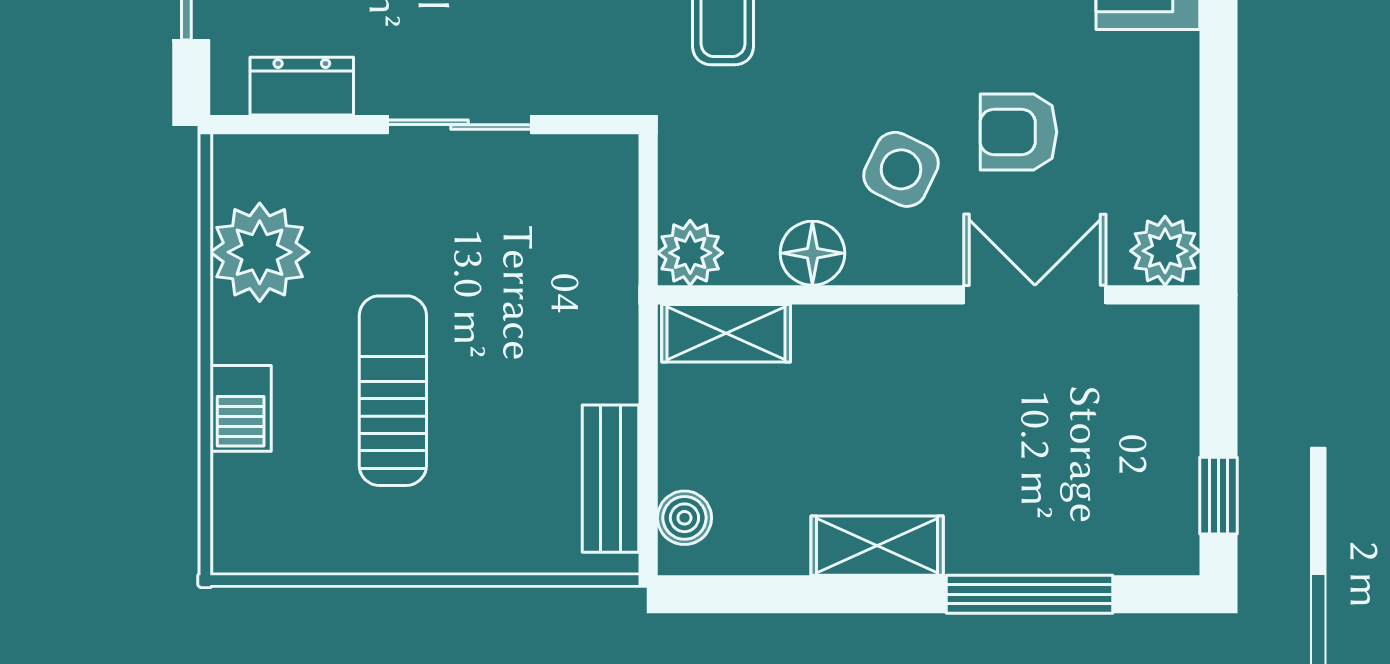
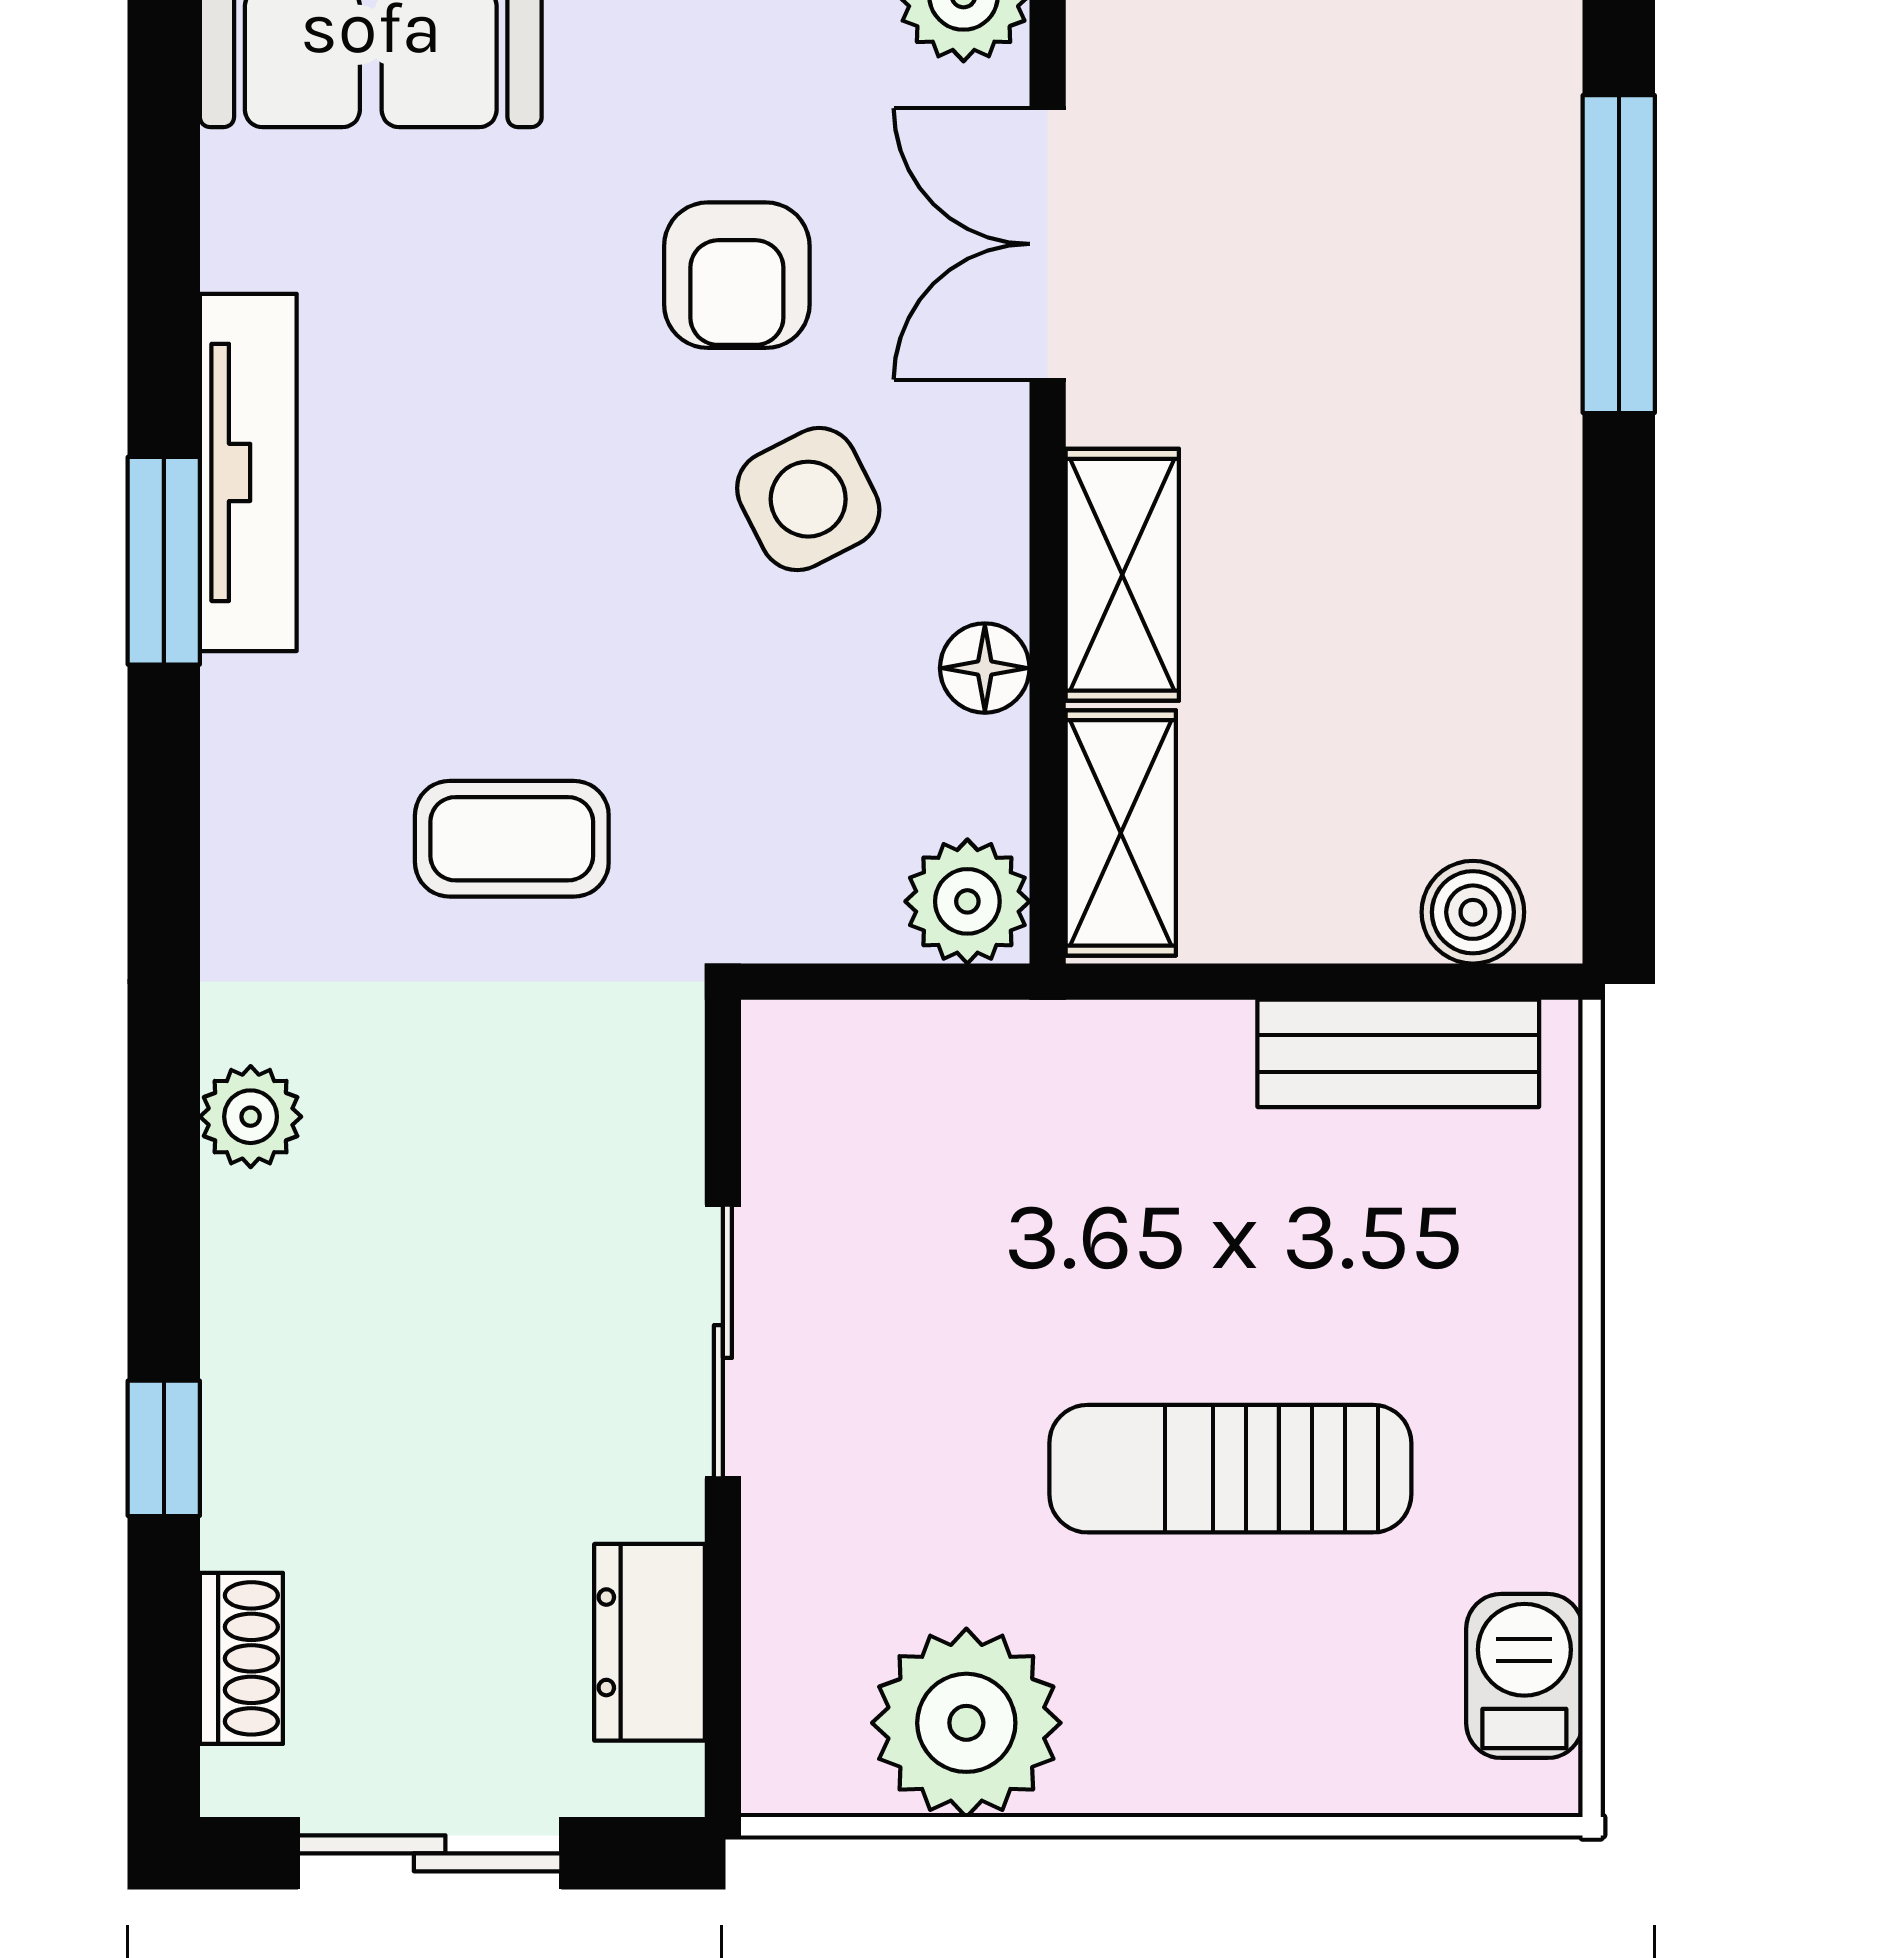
side table: (901, 169) -> (808, 499), turned 37
floor lamp: (812, 253) -> (985, 668), width x0.73, depth x0.73
barbecue: (241, 408) -> (1524, 1676), moved, turned -90
shelving: (877, 546) -> (1122, 575), moved

